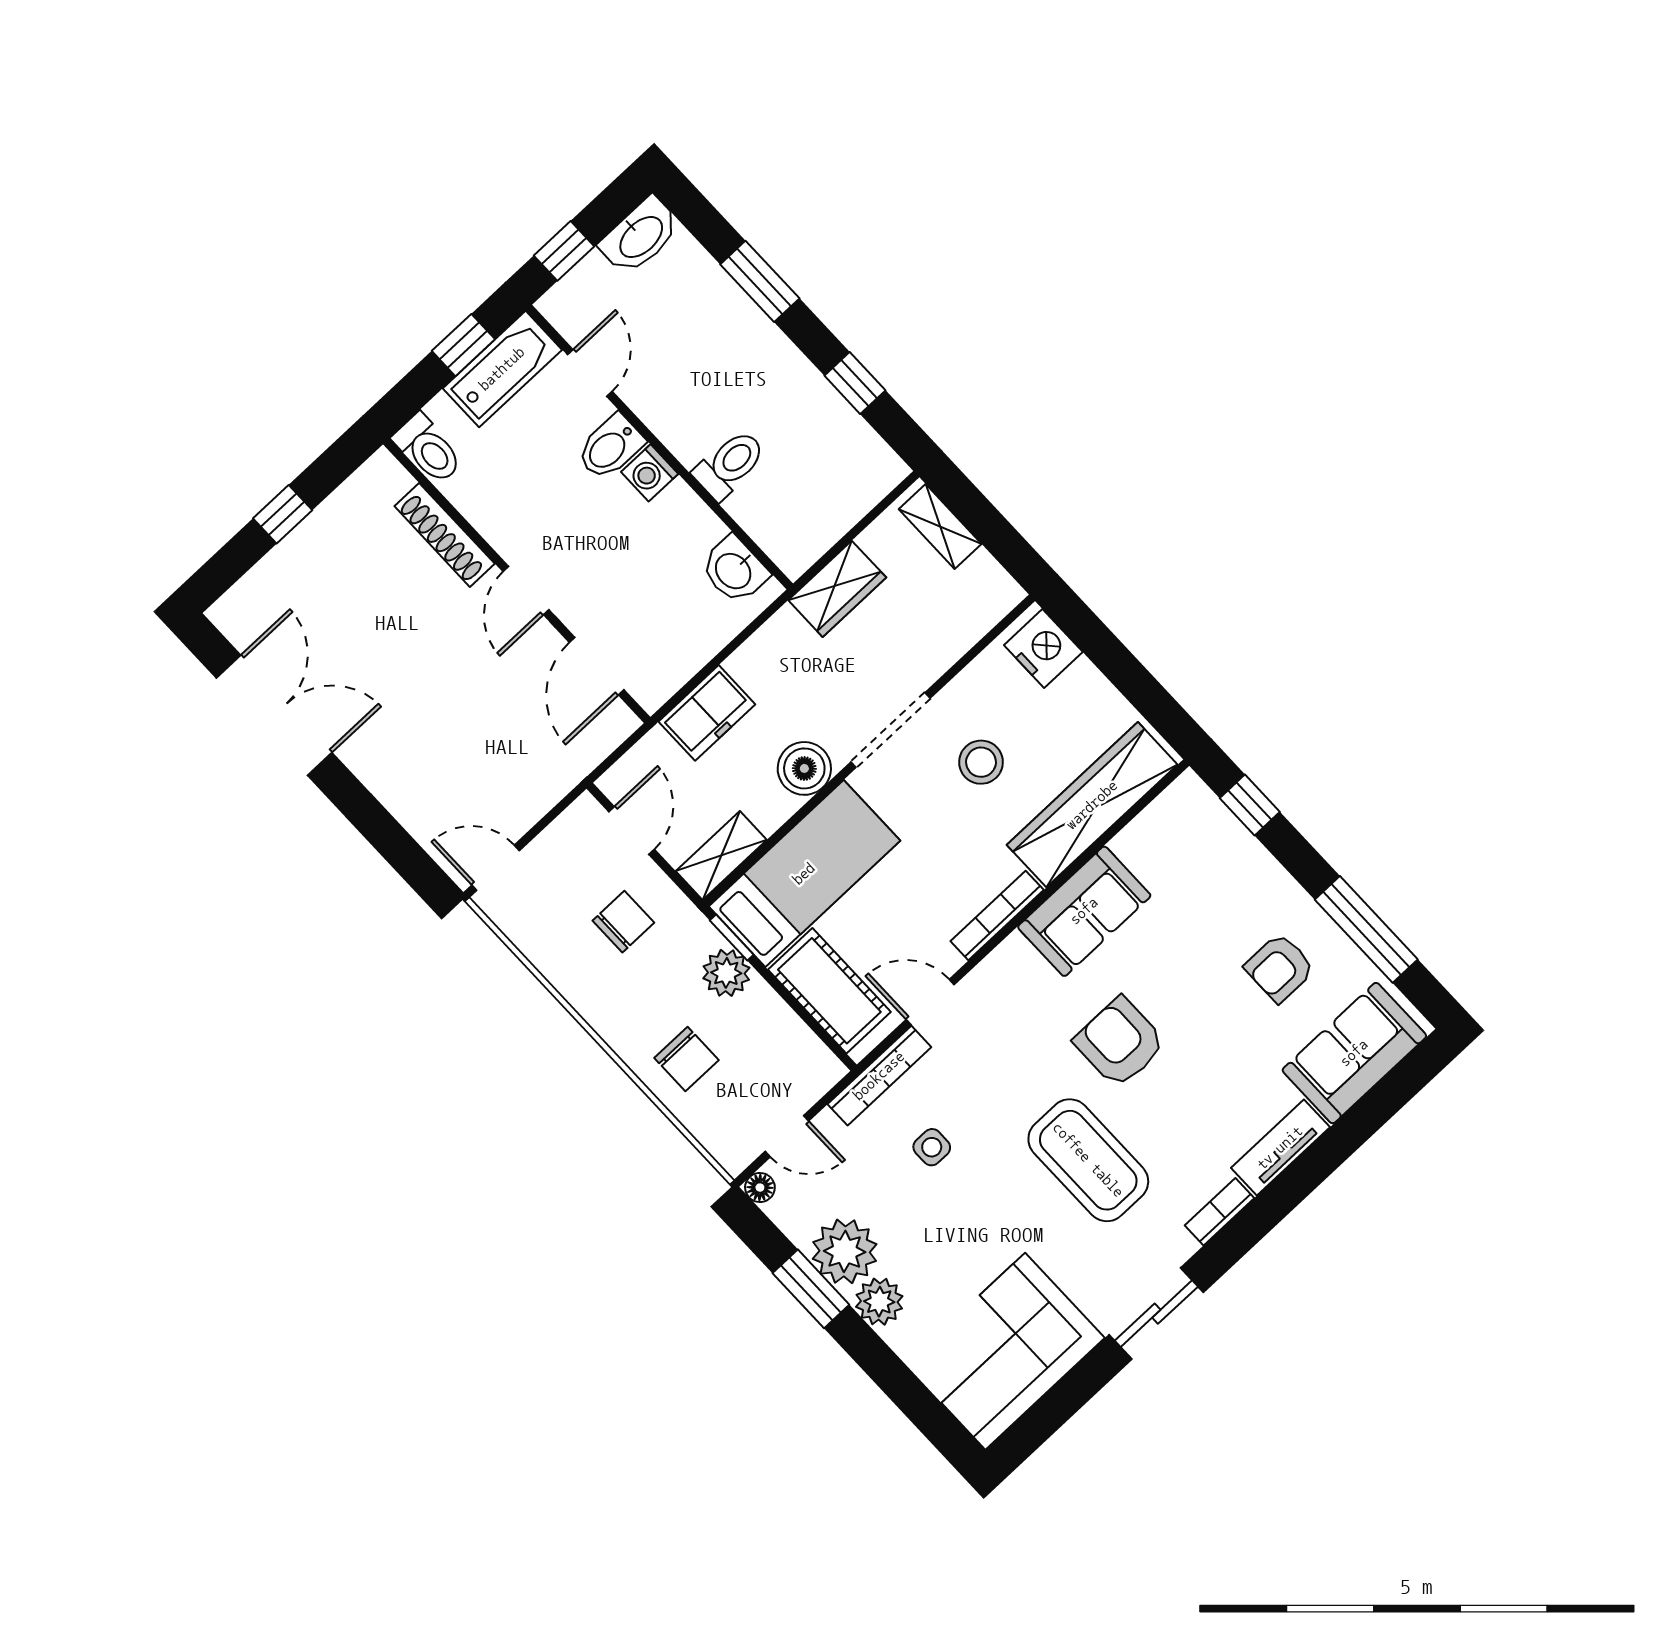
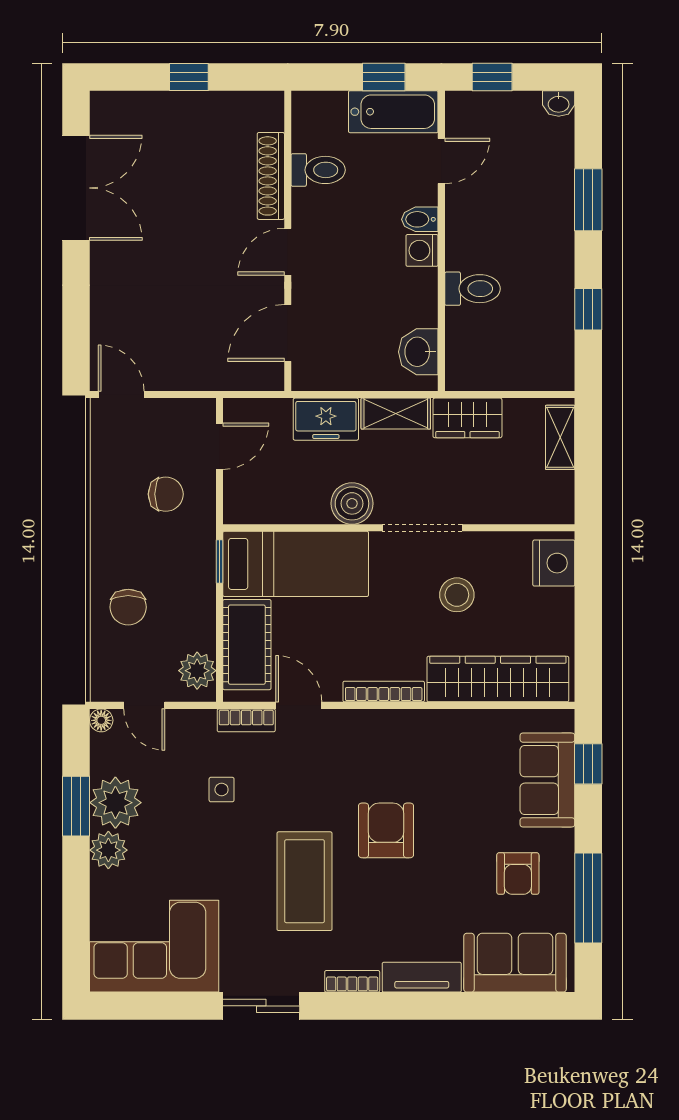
washbasin: (640, 236) -> (559, 104), width x0.52, depth x0.69
bidet: (610, 447) -> (420, 219), width x0.72, depth x0.74
toilet: (428, 449) -> (318, 170), moved, turned -90
shelving: (721, 855) -> (396, 414), moved
sofa: (1084, 911) -> (547, 780), moved, turned 90
armchair: (1280, 968) -> (518, 874), turned -90
plant: (726, 973) -> (197, 671), moved
bookcase: (879, 1076) -> (246, 720), width x0.64

